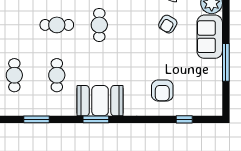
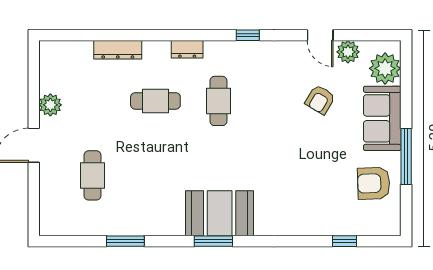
cafe table: (57, 75) -> (155, 175), removed
armchair: (162, 91) -> (374, 183), moved, turned 88

